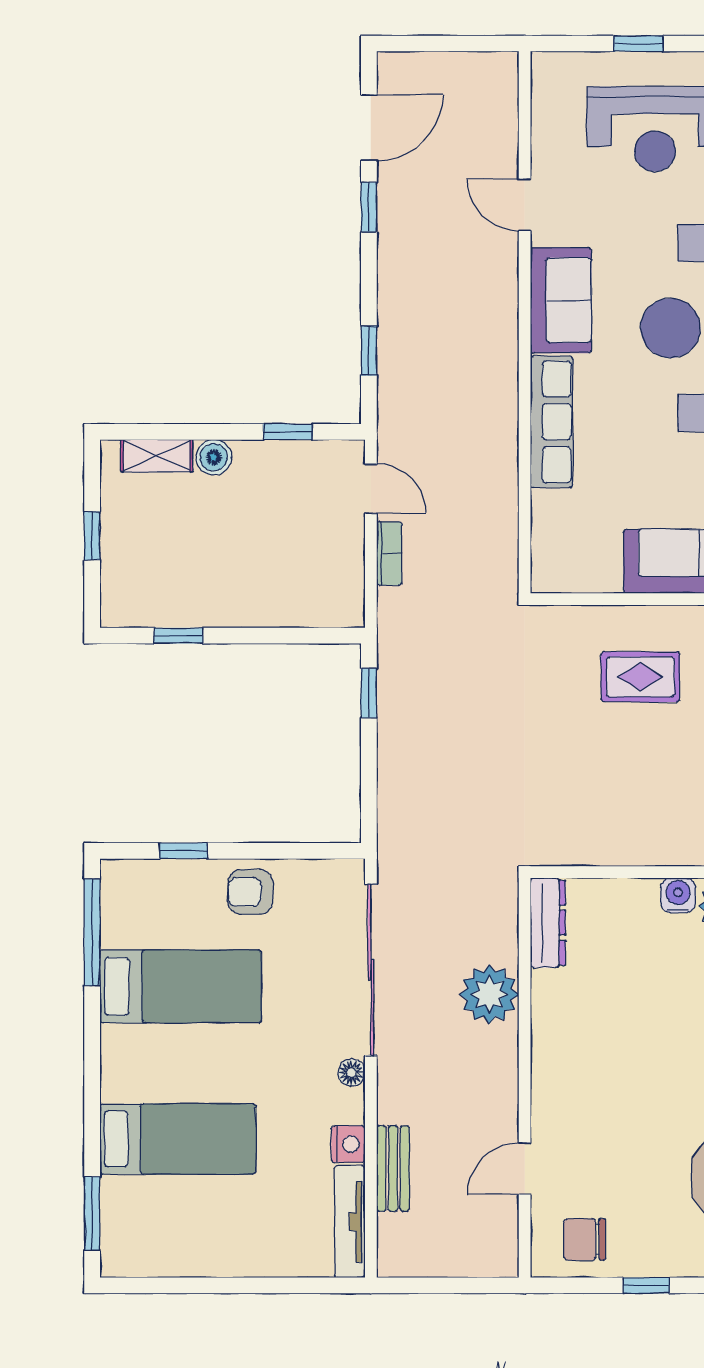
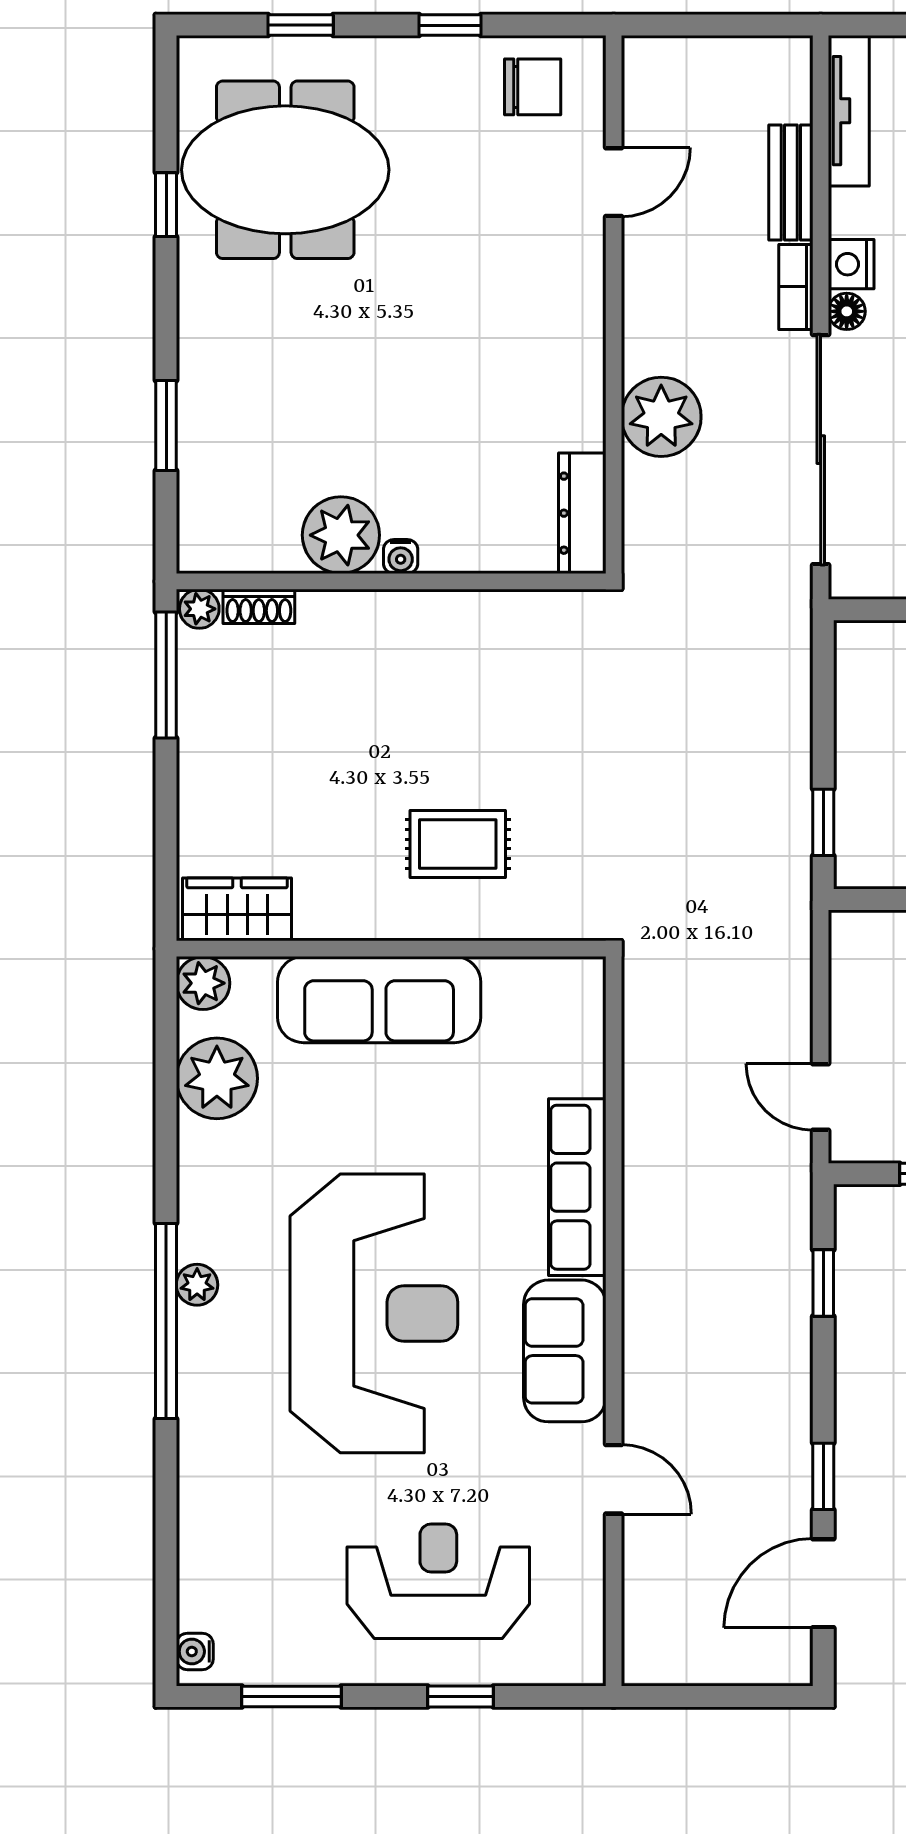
bookcase: (389, 553) -> (796, 287), moved
water cooler: (678, 895) -> (401, 556), width x0.72, depth x0.72
nightstand: (348, 1144) -> (851, 264), moved

